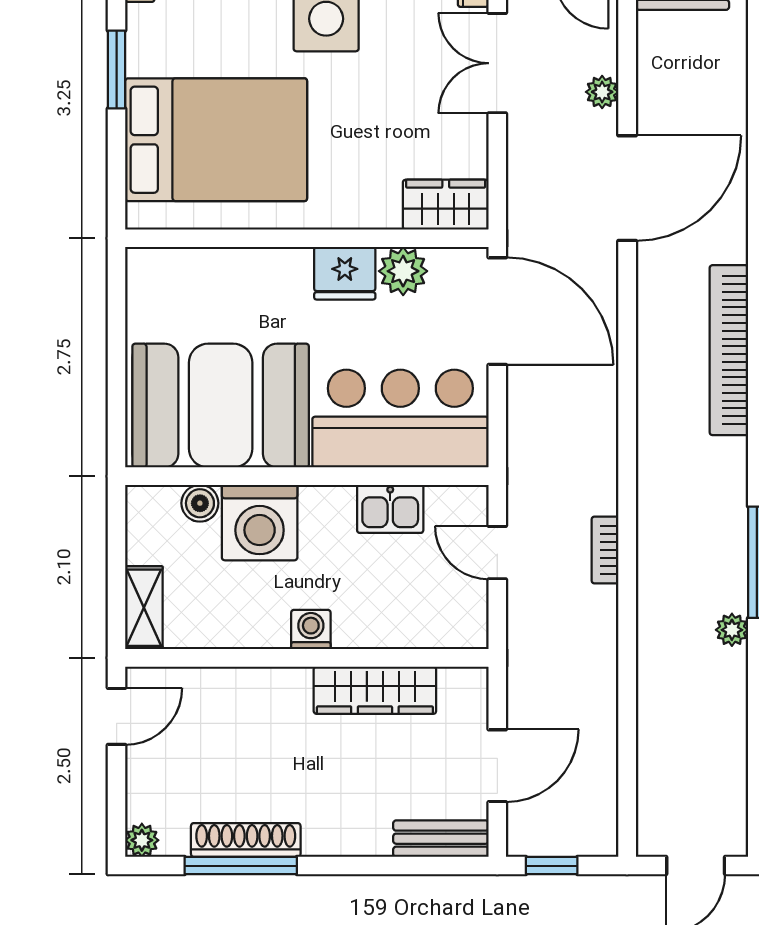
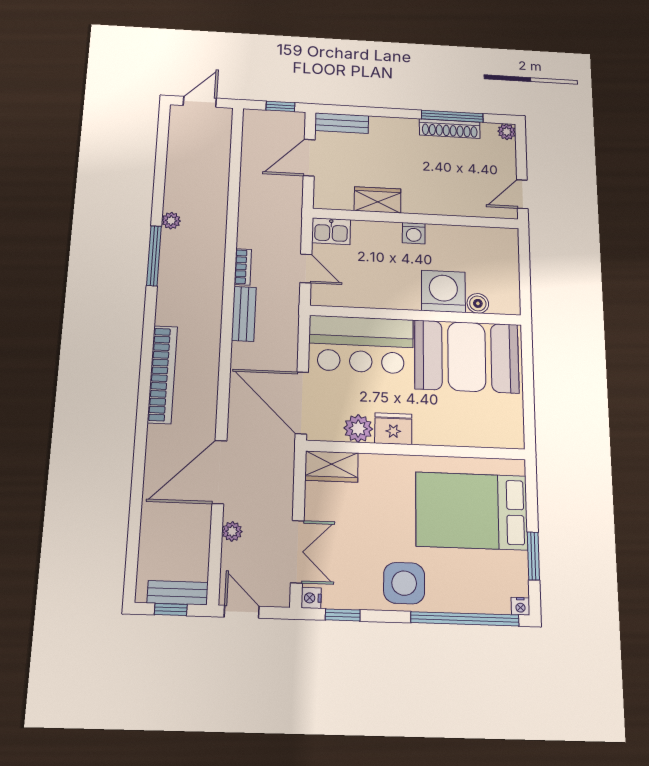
bench: (600, 464) -> (244, 314), added
kitchen sink: (390, 509) -> (331, 231), moved, turned 180
shelving: (144, 608) -> (509, 249), removed
wardrobe: (375, 690) -> (378, 200), width x0.67

